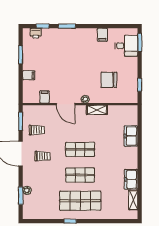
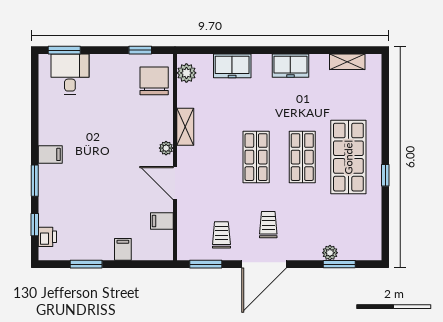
filing cabinet: (102, 35) -> (50, 154), moved
chair: (109, 80) -> (154, 81), moved, turned 180
door: (66, 104) -> (175, 183), swing flipped
plant: (127, 111) -> (186, 73), added
freezer: (131, 179) -> (290, 66), moved

